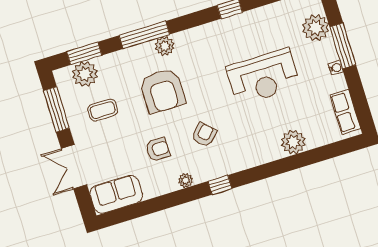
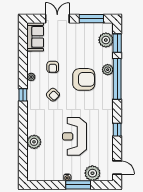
window: (144, 35) -> (117, 79), width x1.46
plant: (165, 46) -> (108, 70), moved
armchair: (163, 91) -> (84, 79), turned 180
coffee table: (103, 110) -> (83, 44), removed
row of seats: (345, 112) -> (42, 175), removed

